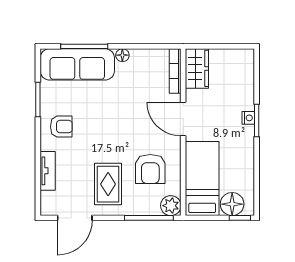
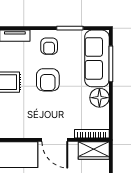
floor lamp: (122, 55) -> (99, 98), width x1.89, depth x1.89
door: (183, 119) -> (55, 140), swing flipped
armchair: (150, 169) -> (48, 80), moved, turned -90

